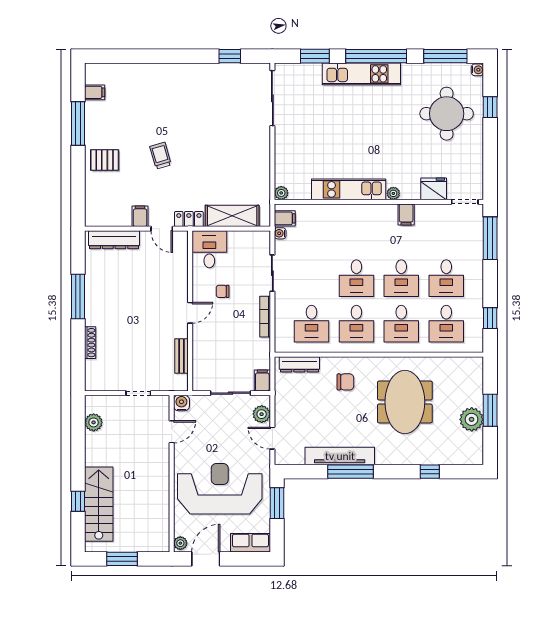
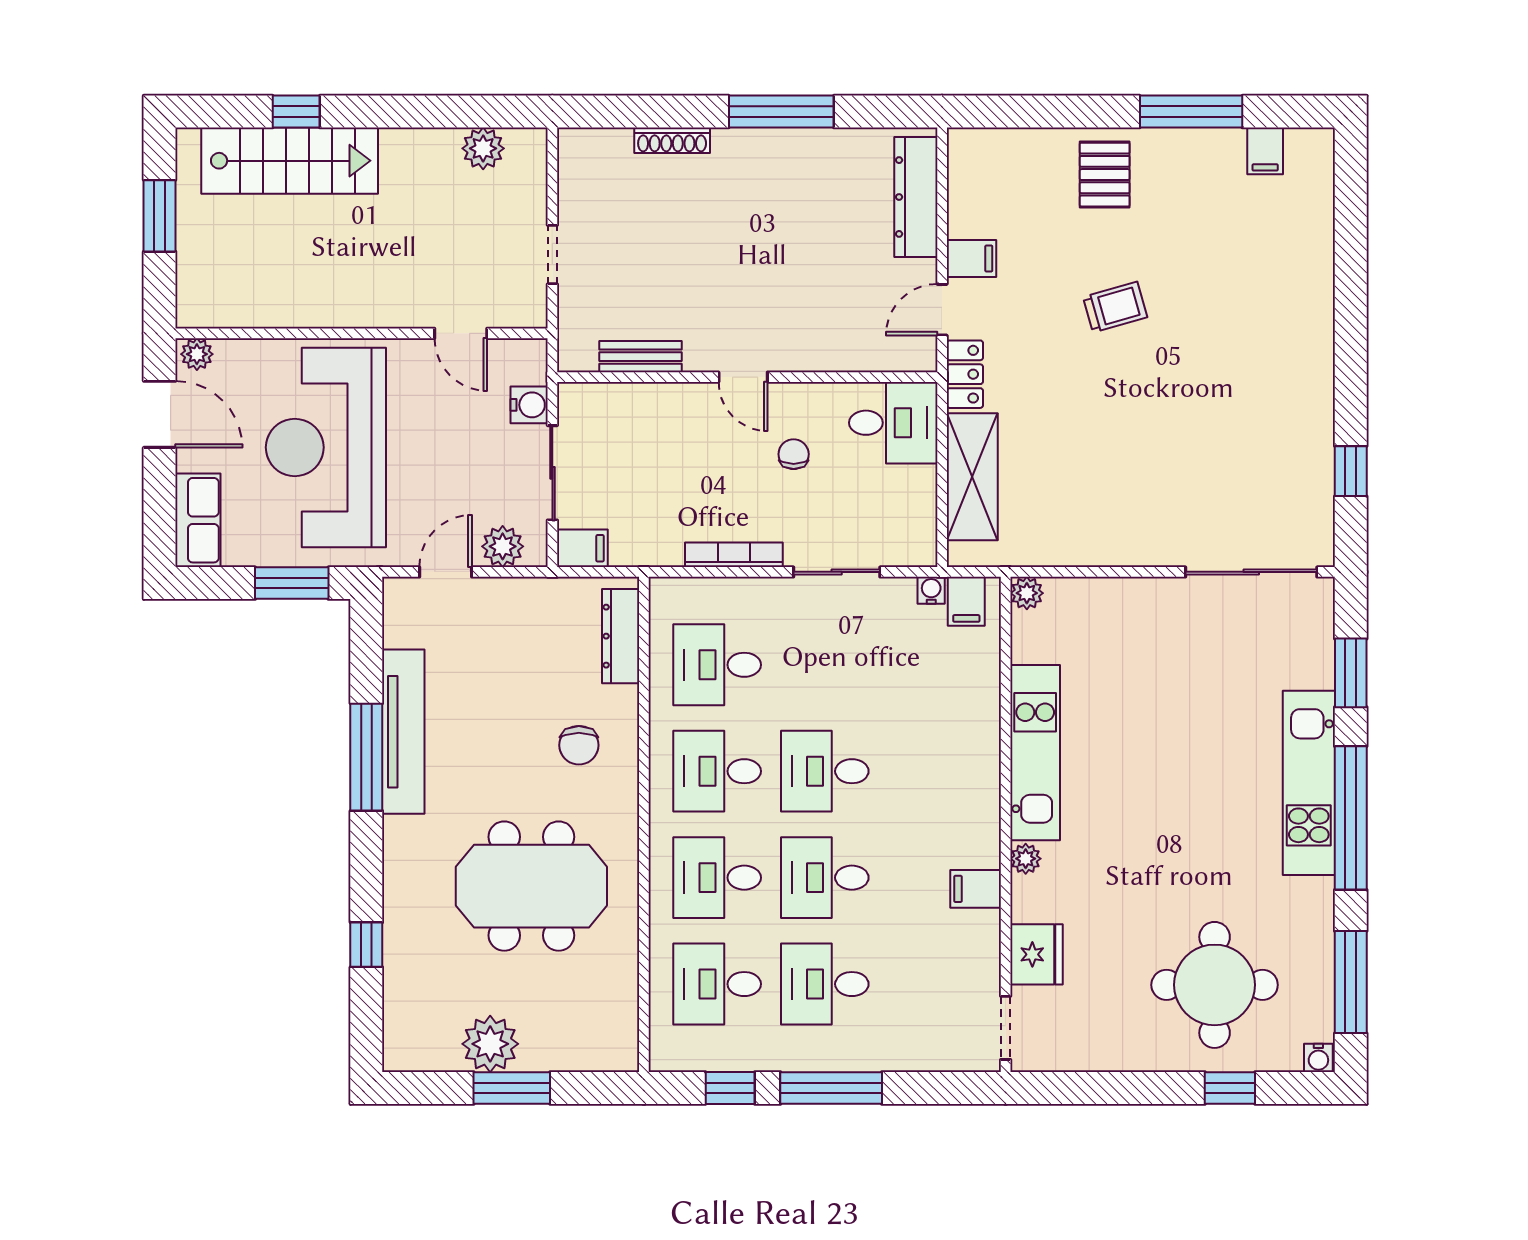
window: (490, 238) -> (831, 1088), moved
water cooler: (181, 403) -> (529, 405), moved
reception desk: (220, 489) -> (326, 447), turned 180

